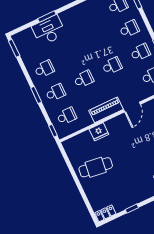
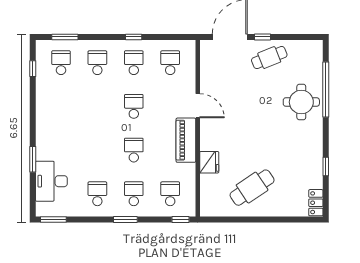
desk: (49, 30) -> (51, 181), moved
cafe table: (96, 167) -> (252, 188), turned 49

